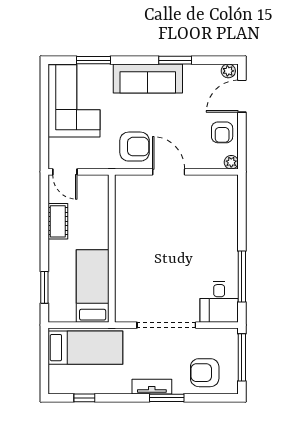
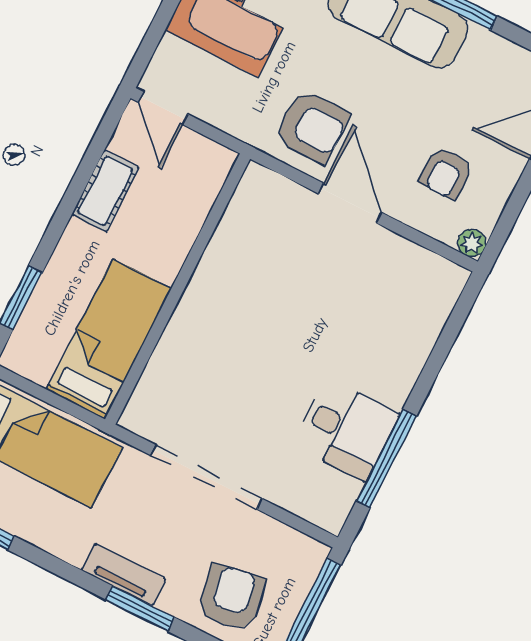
armchair: (222, 132) -> (446, 173), moved
desk: (219, 302) -> (346, 430), moved, turned -90
armchair: (205, 373) -> (232, 598), turned 80

